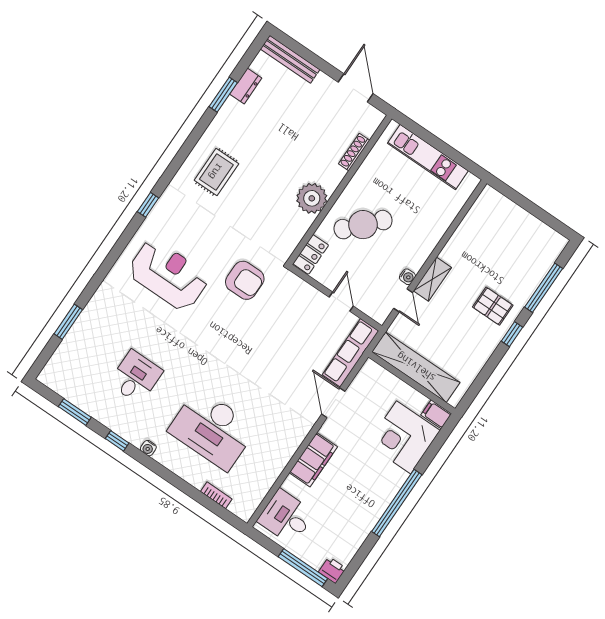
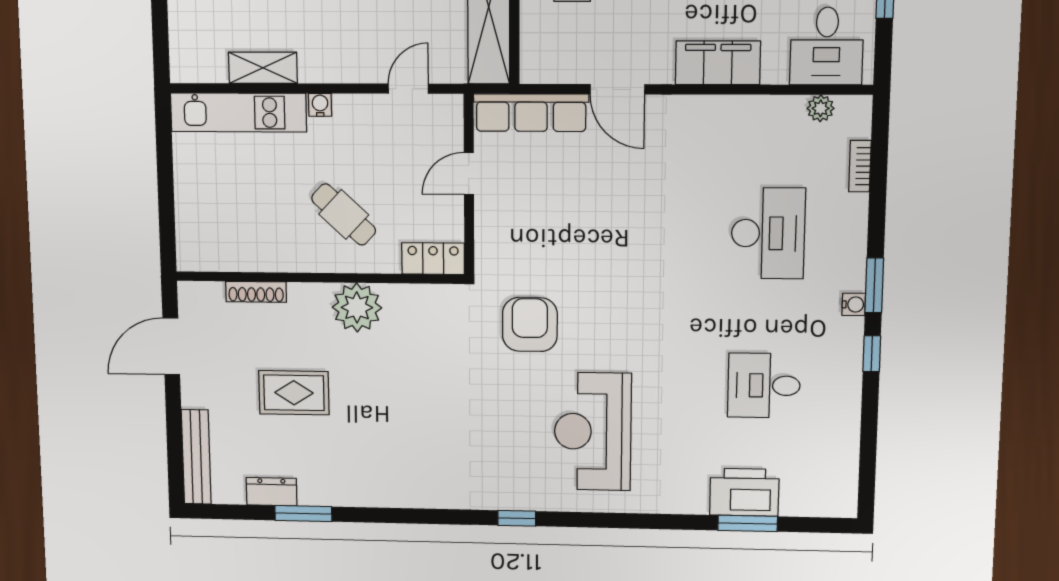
kitchen unit: (428, 157) -> (238, 112), moved, turned 90
rug: (216, 172) -> (294, 393), moved
cafe table: (363, 225) -> (344, 214), width x0.73, depth x0.74
water cooler: (407, 277) -> (320, 105), moved
shelving: (432, 279) -> (263, 68), moved
printer: (86, 331) -> (744, 492), added
door: (333, 403) -> (617, 89), hinge flipped
window: (75, 412) -> (874, 285), moved
desk: (212, 429) -> (768, 233), width x0.73, depth x0.77
plant: (258, 495) -> (821, 108), added

